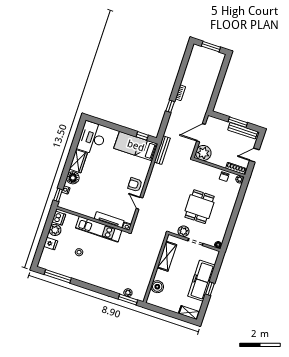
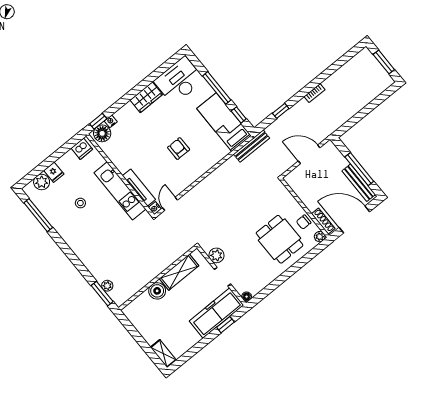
window: (170, 106) -> (281, 111), moved
window: (238, 122) -> (359, 169), width x1.44
window: (118, 128) -> (217, 88), added
plant: (203, 153) -> (297, 180), removed
door: (254, 155) -> (354, 220), width x1.88
floor lamp: (73, 178) -> (102, 133), moved
armchair: (135, 185) -> (179, 149), moved
door: (139, 203) -> (170, 204), moved
dining table: (200, 207) -> (280, 239), moved, turned 90
plant: (55, 230) -> (42, 182), moved
freezer: (201, 281) -> (216, 313), moved
boiler: (157, 287) -> (157, 291), moved
window: (210, 289) -> (225, 325), moved

